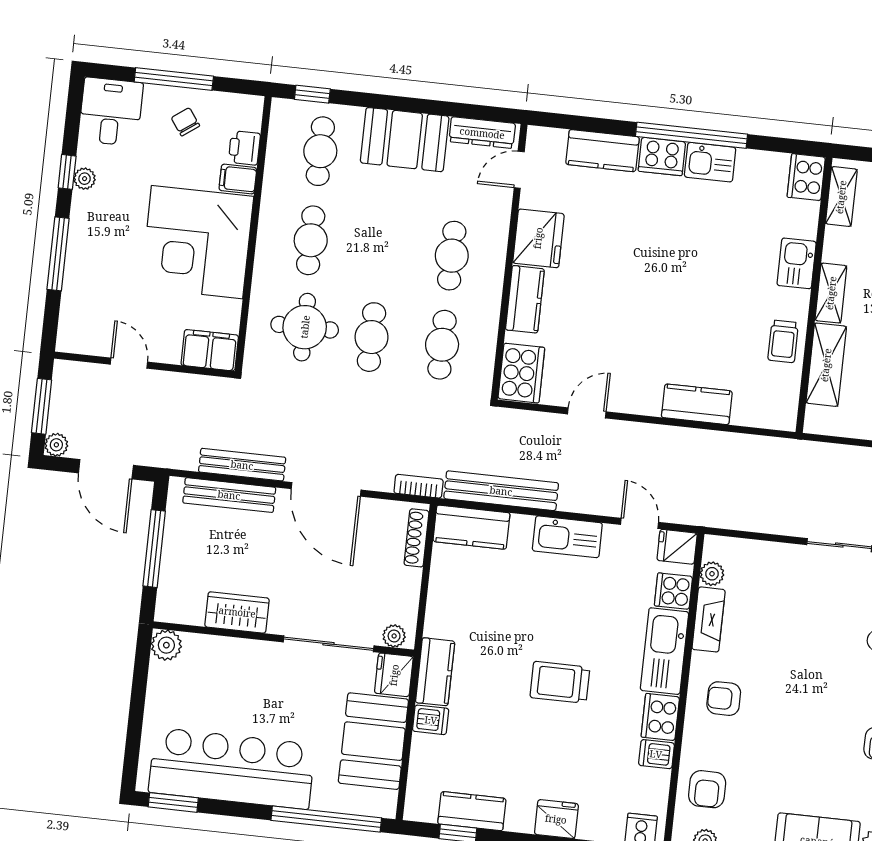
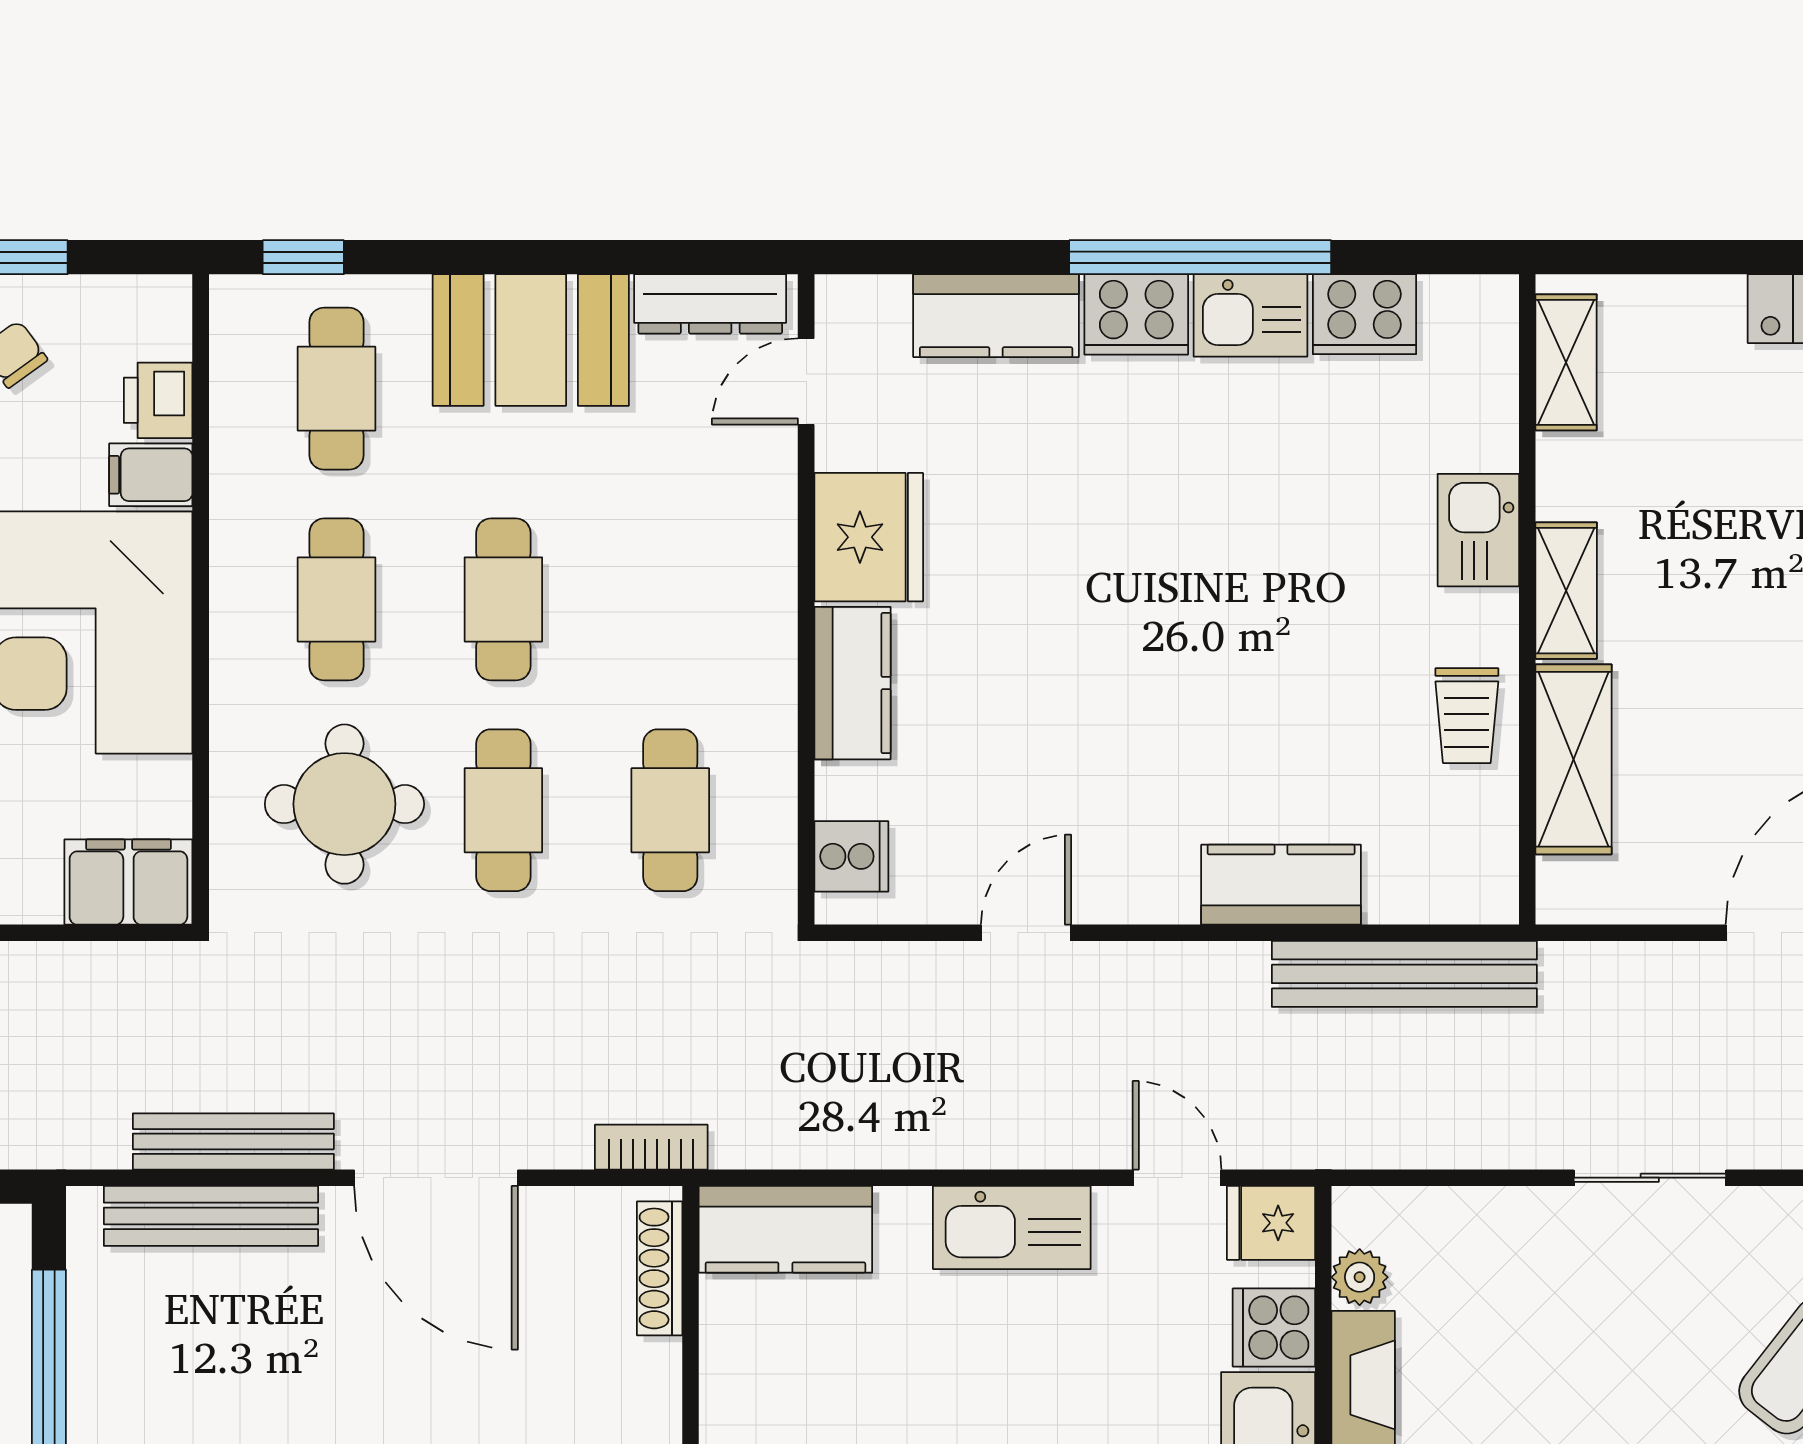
cooker: (806, 177) -> (1364, 314), moved, turned -90
cafe table: (452, 256) -> (503, 599), moved
cooker: (521, 373) -> (851, 856), width x0.53, depth x0.76
bench: (501, 491) -> (1404, 974), moved

